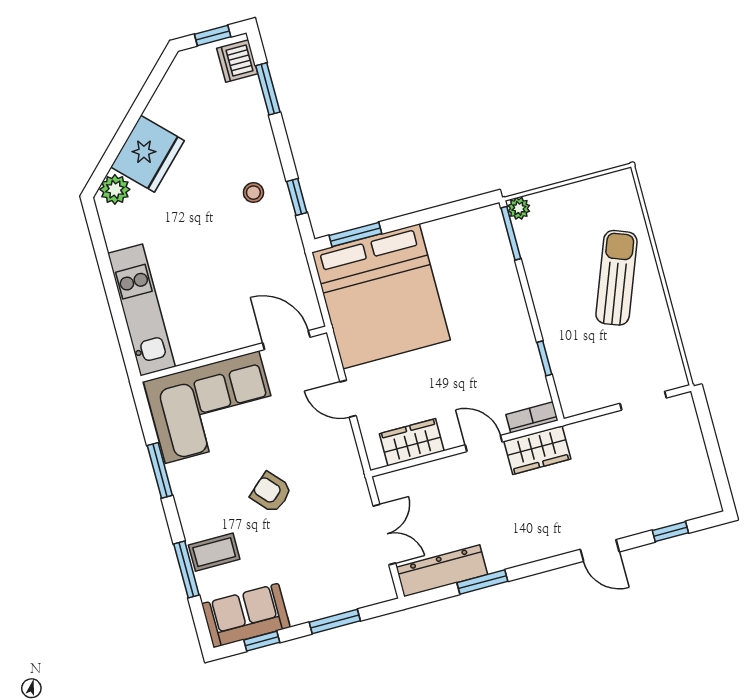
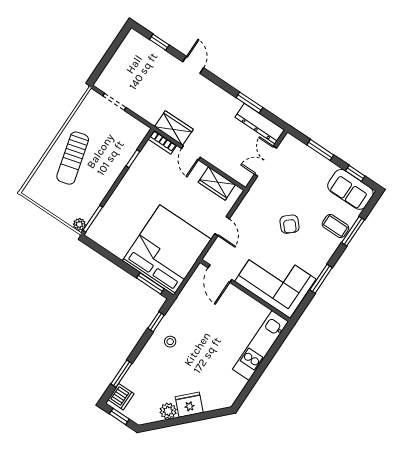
fridge: (147, 154) -> (189, 405), width x0.73, depth x0.75
plant: (115, 189) -> (168, 411), moved
sun lounger: (616, 278) -> (73, 158), turned -36

